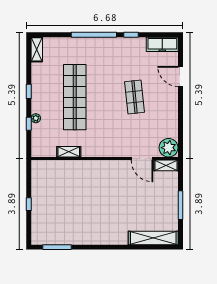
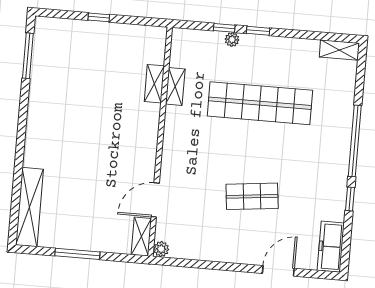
window: (29, 91) -> (258, 31), moved
plant: (169, 148) -> (161, 249), width x0.53, depth x0.53
shelving: (68, 165) -> (154, 84), added

